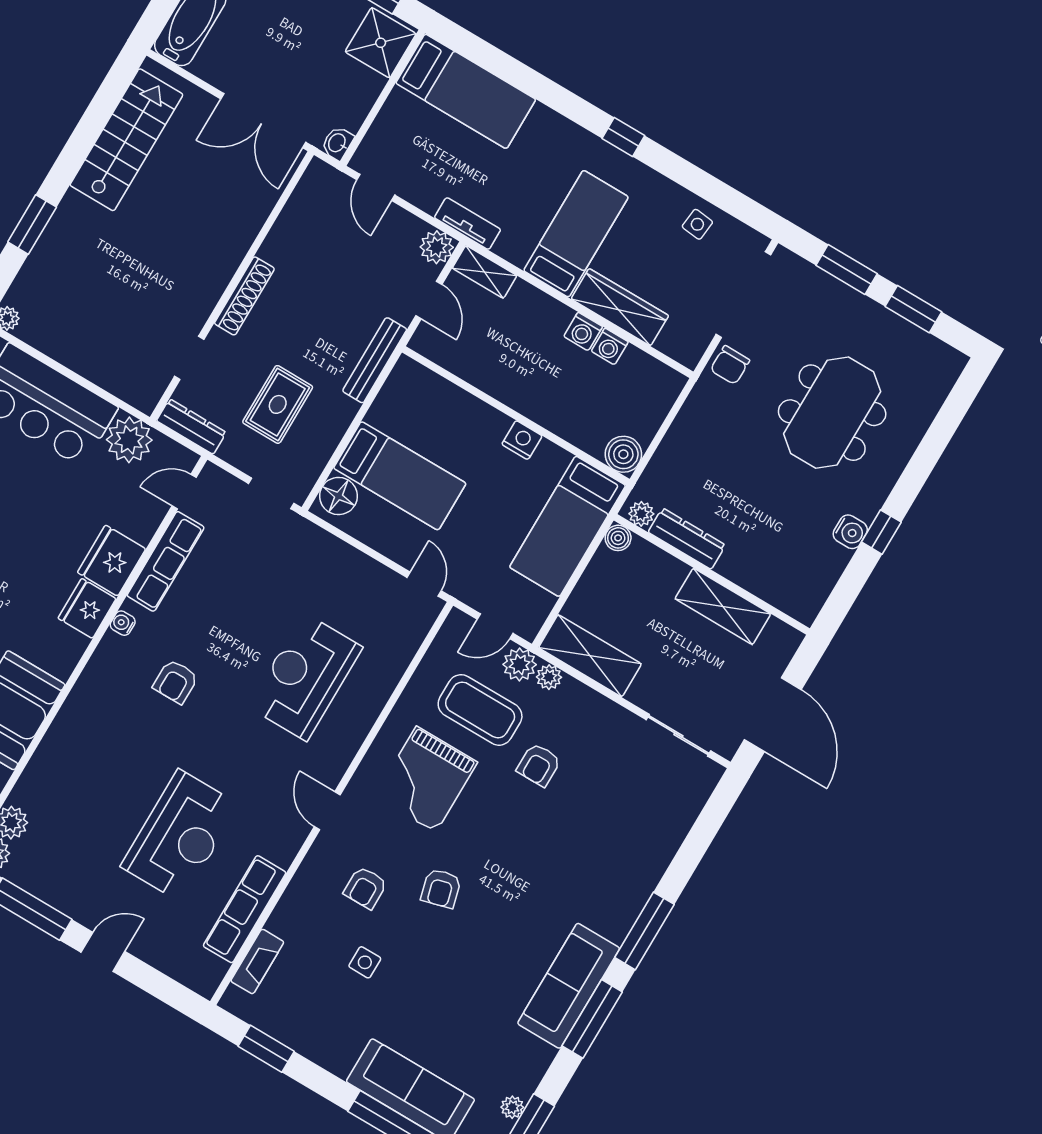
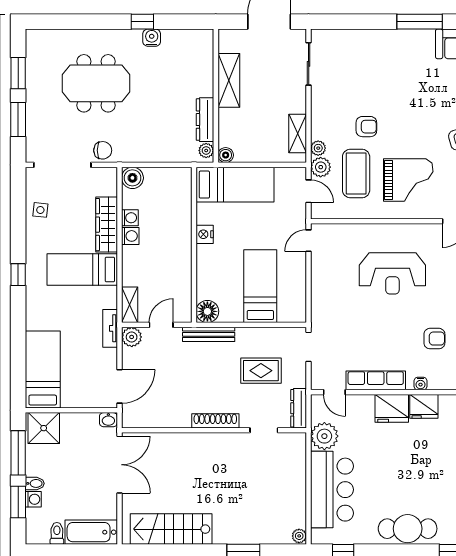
door: (376, 187) -> (119, 386), width x1.38
boiler: (623, 454) -> (132, 178), moved
floor lamp: (338, 496) -> (207, 311), moved
shelving: (590, 656) -> (298, 134), width x0.67, depth x0.75

